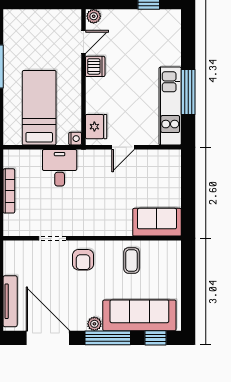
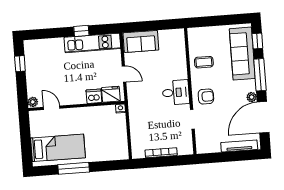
dishwasher: (95, 66) -> (94, 96), moved
window: (188, 92) -> (81, 31), width x0.46
bed: (39, 108) -> (58, 148), moved, turned 180
desk: (60, 168) -> (176, 92), moved, turned 180
sofa: (157, 222) -> (141, 41), moved, turned -90
plant: (94, 324) -> (252, 97), moved

